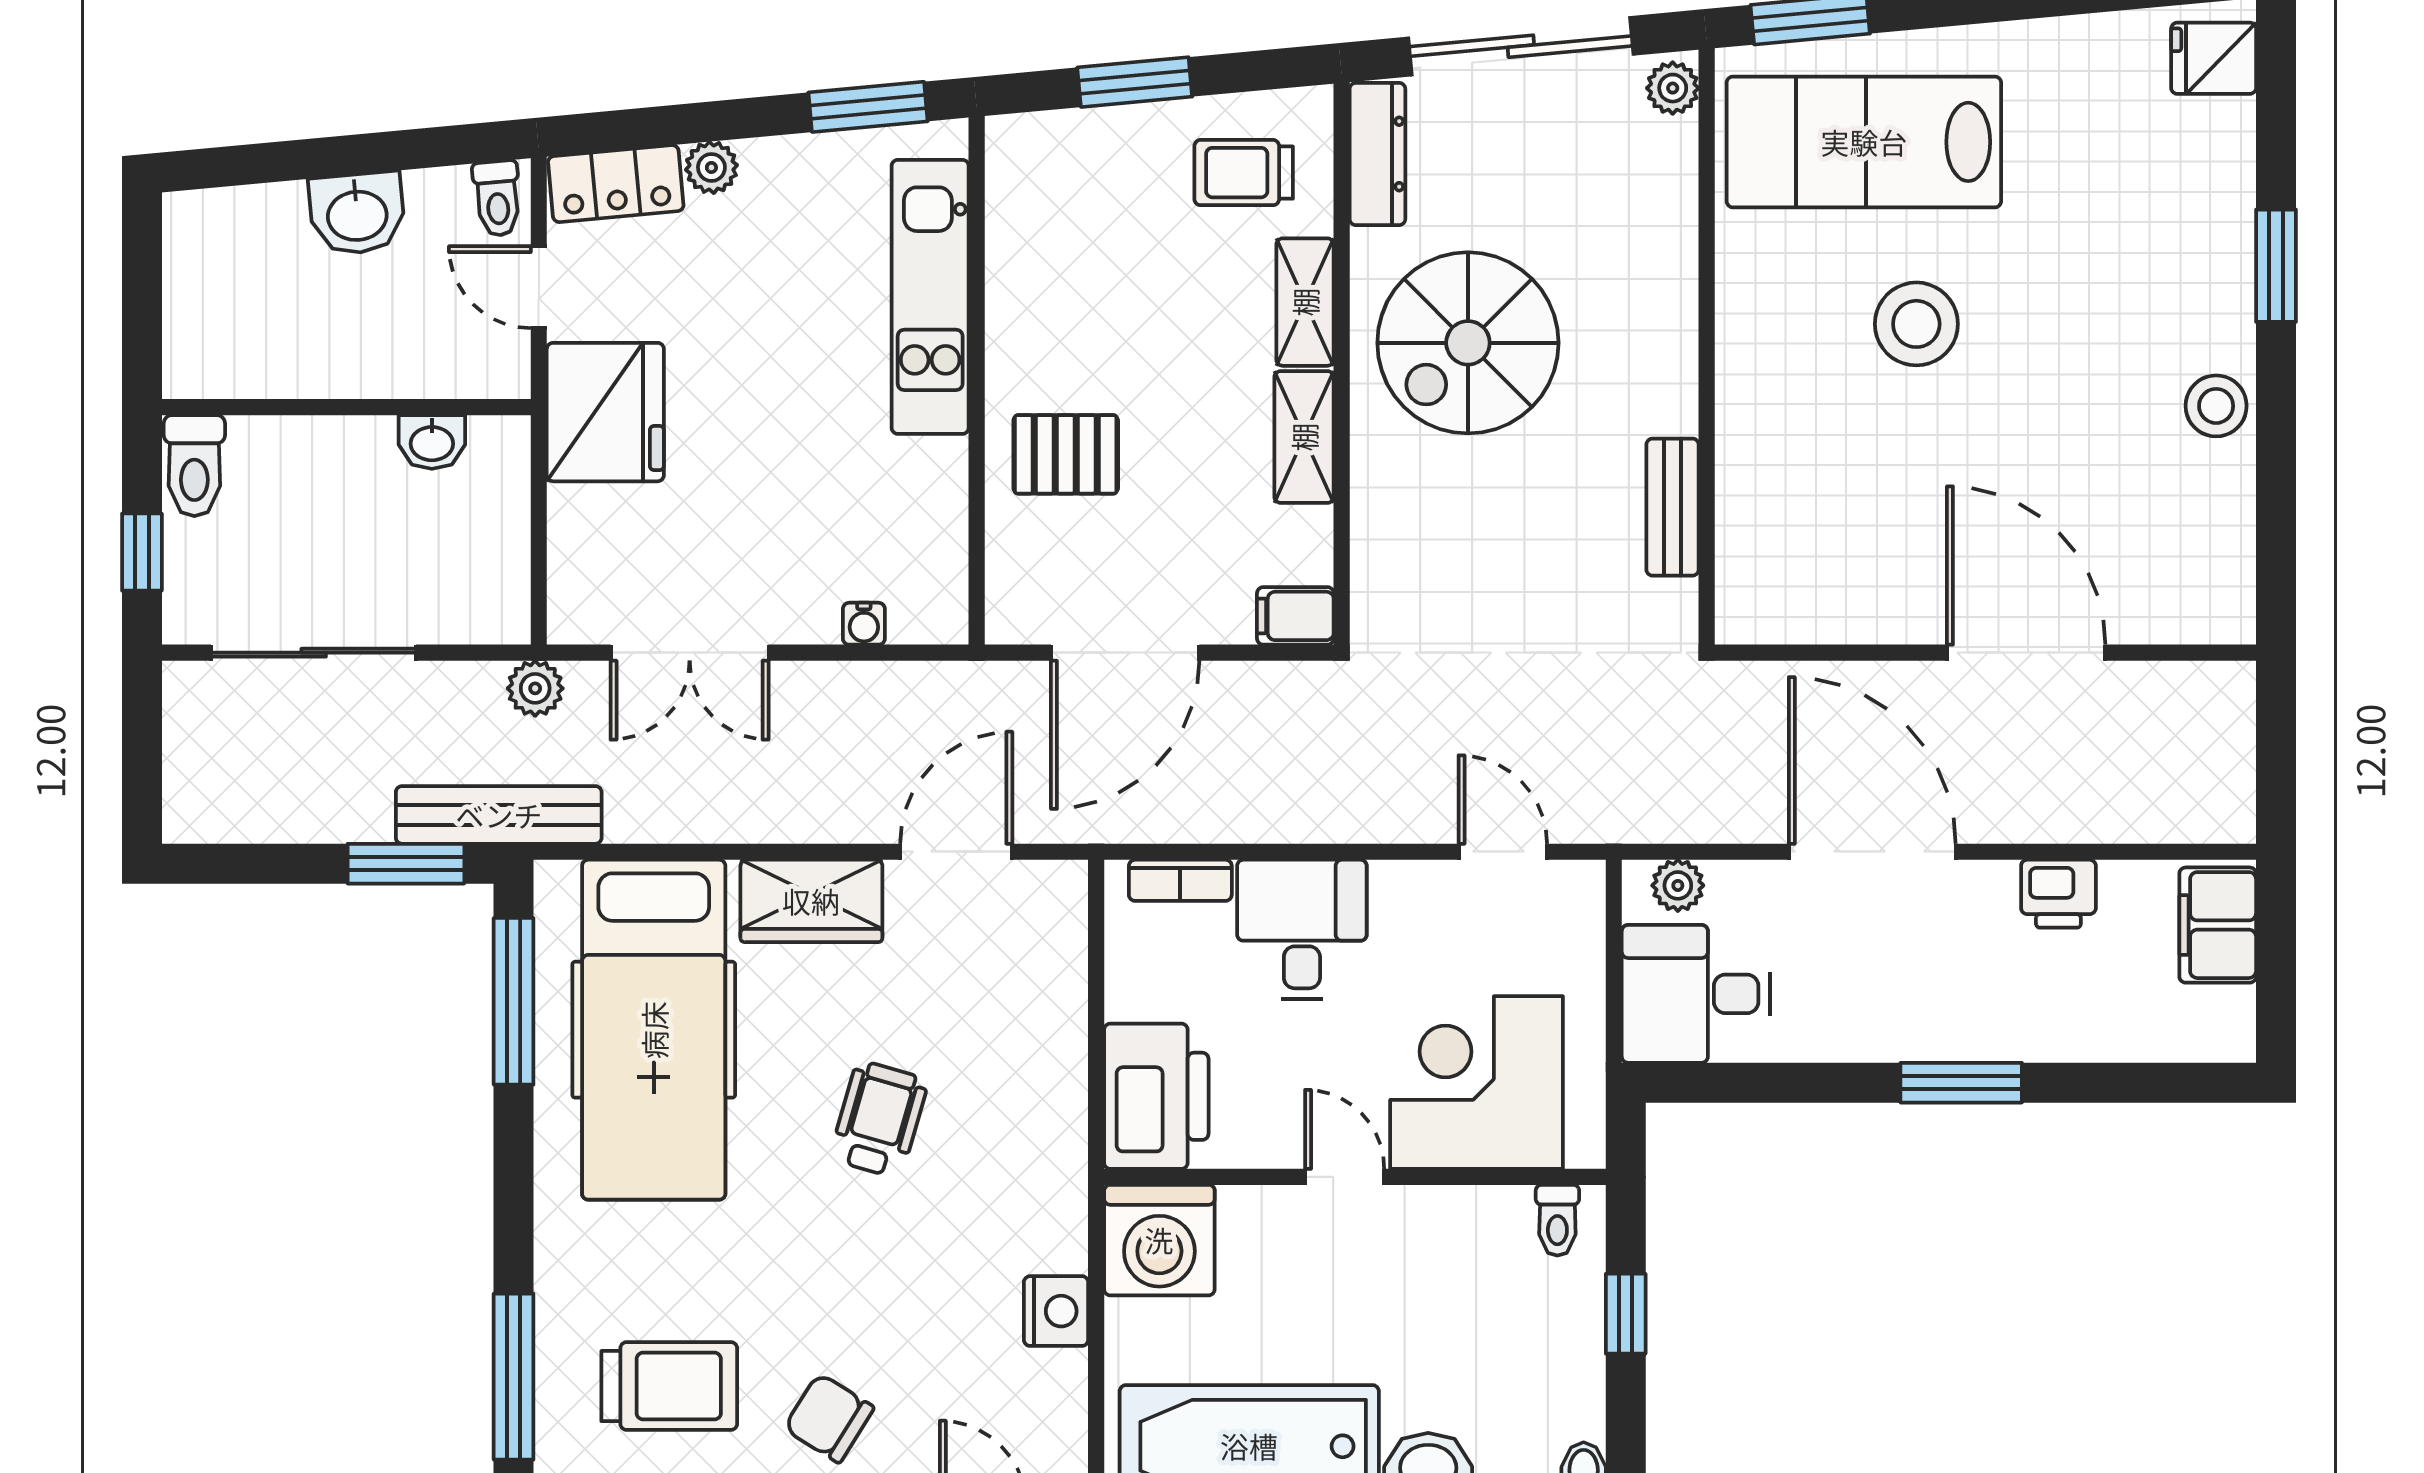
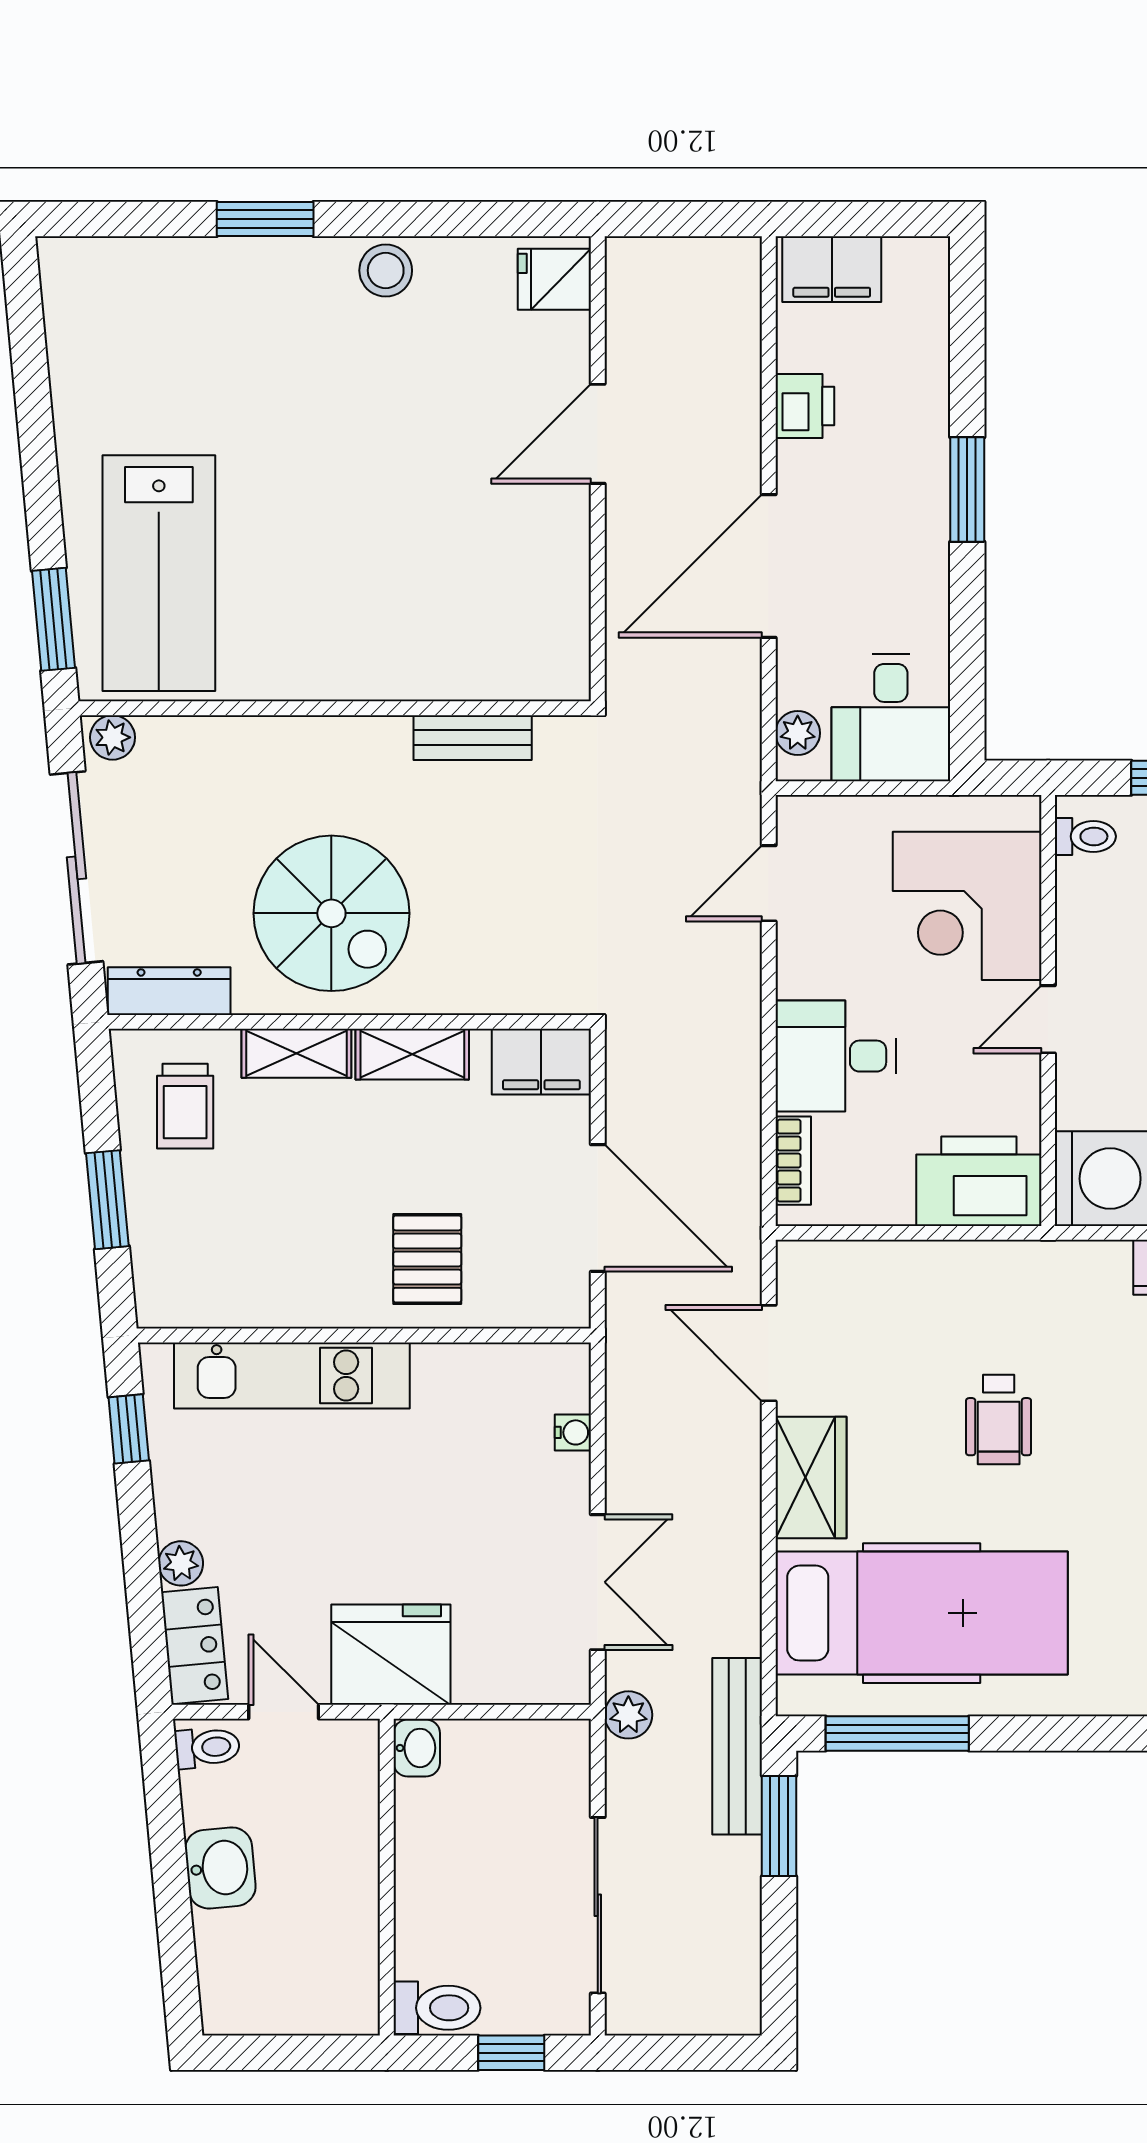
fridge: (2214, 58) -> (554, 279), moved, turned 90
window: (868, 107) -> (129, 1429), width x0.67
door: (539, 287) -> (284, 1712), swing flipped
stool: (1916, 324) -> (315, 528), removed
washbasin: (432, 442) -> (417, 1748), moved
filing cabinet: (1295, 616) -> (541, 1062), width x2.00
door: (2026, 653) -> (598, 434), width x0.73
wheelchair: (879, 1119) -> (999, 1419), turned -106

